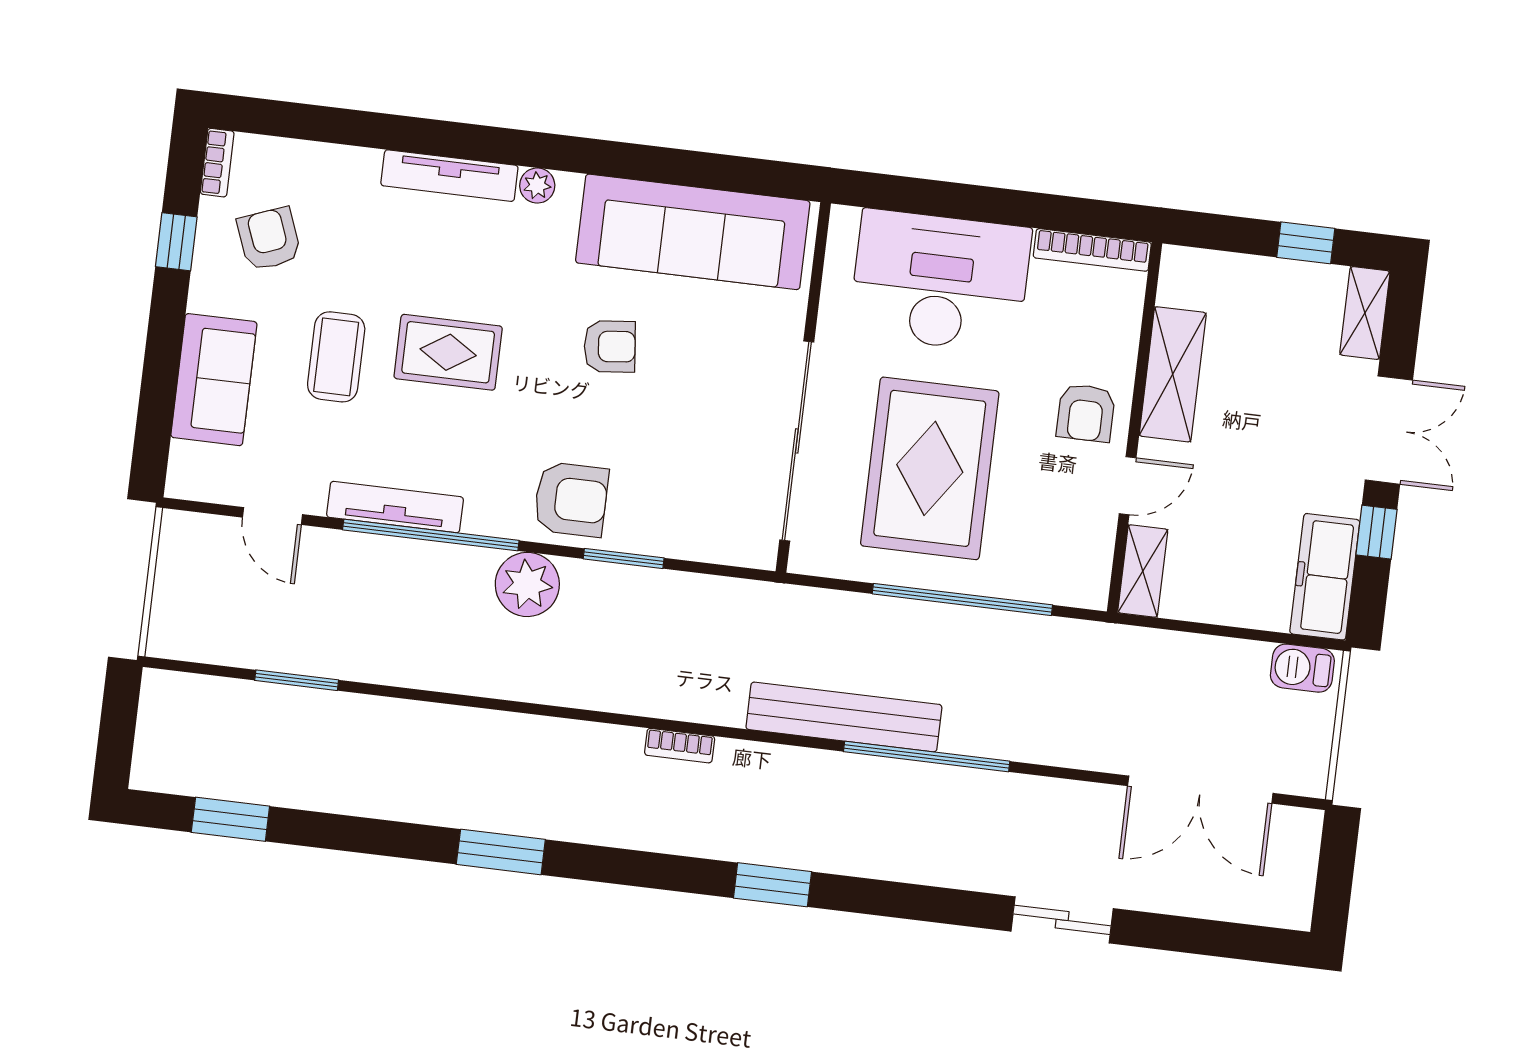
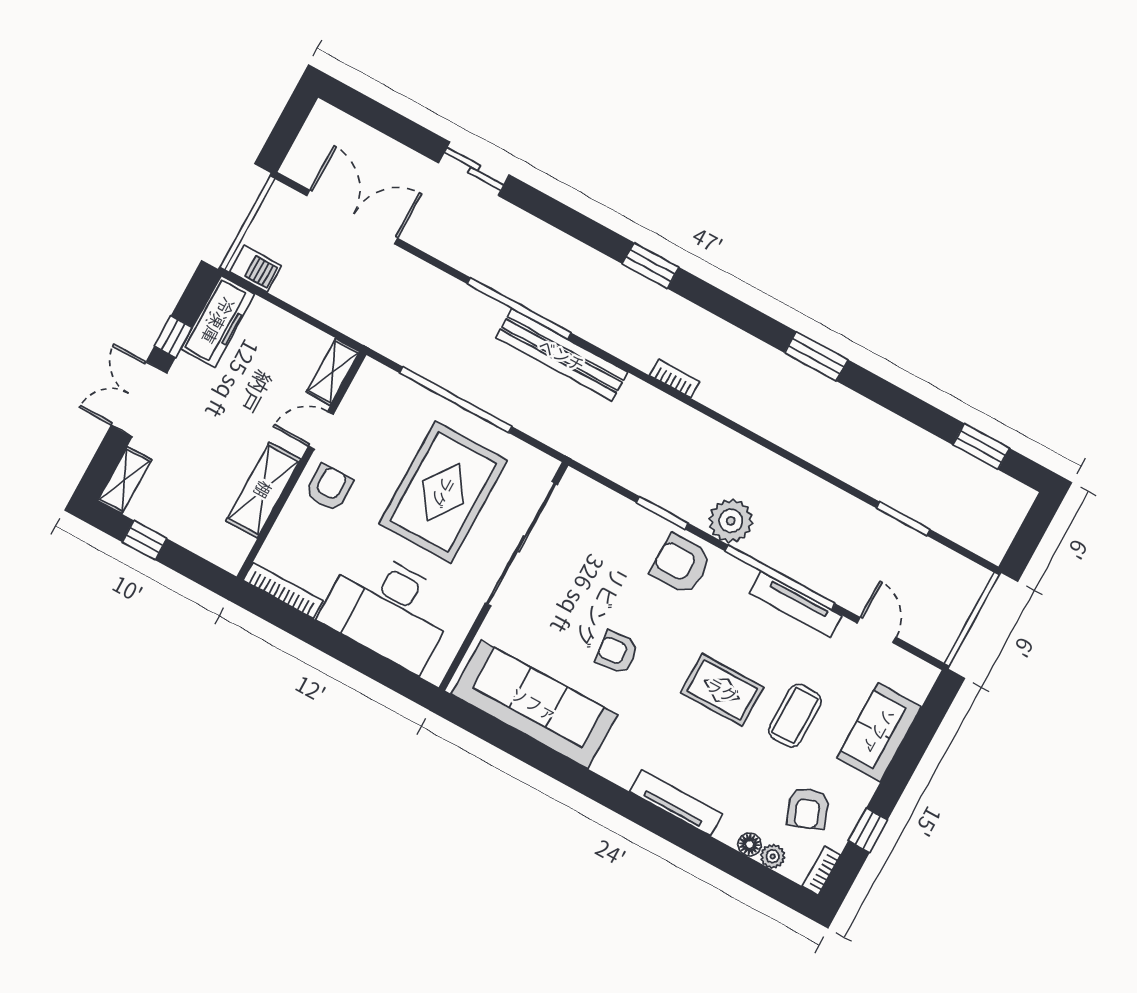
floor lamp: (328, 159) -> (750, 844), added
plant: (537, 186) -> (773, 856), moved

